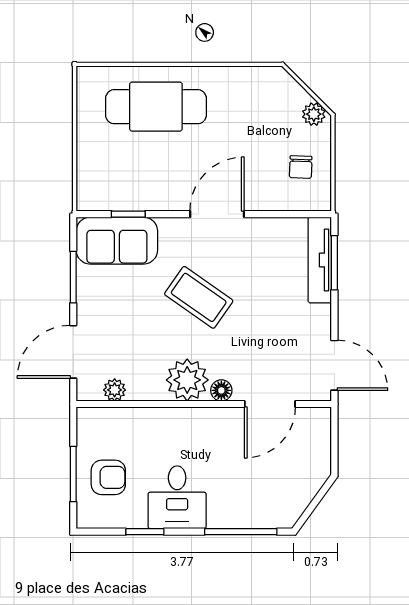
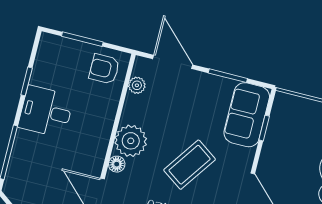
armchair: (108, 477) -> (104, 69), moved, turned 90

